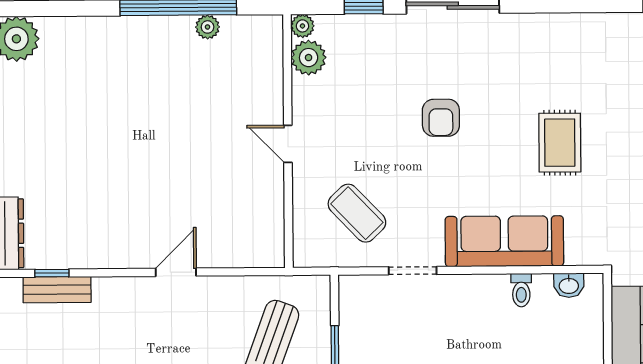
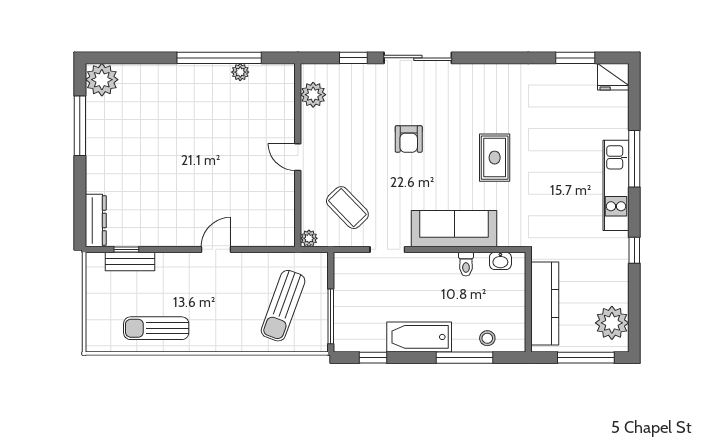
plant: (302, 26) -> (309, 238), moved

